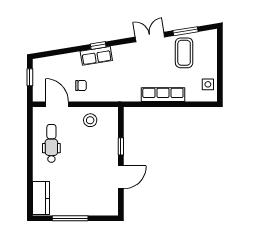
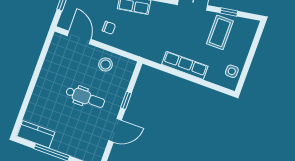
window: (186, 31) -> (229, 12), width x0.67
dental chair: (51, 143) -> (85, 97), moved, turned 90
kitchen counter: (41, 198) -> (36, 134), moved, turned -90

